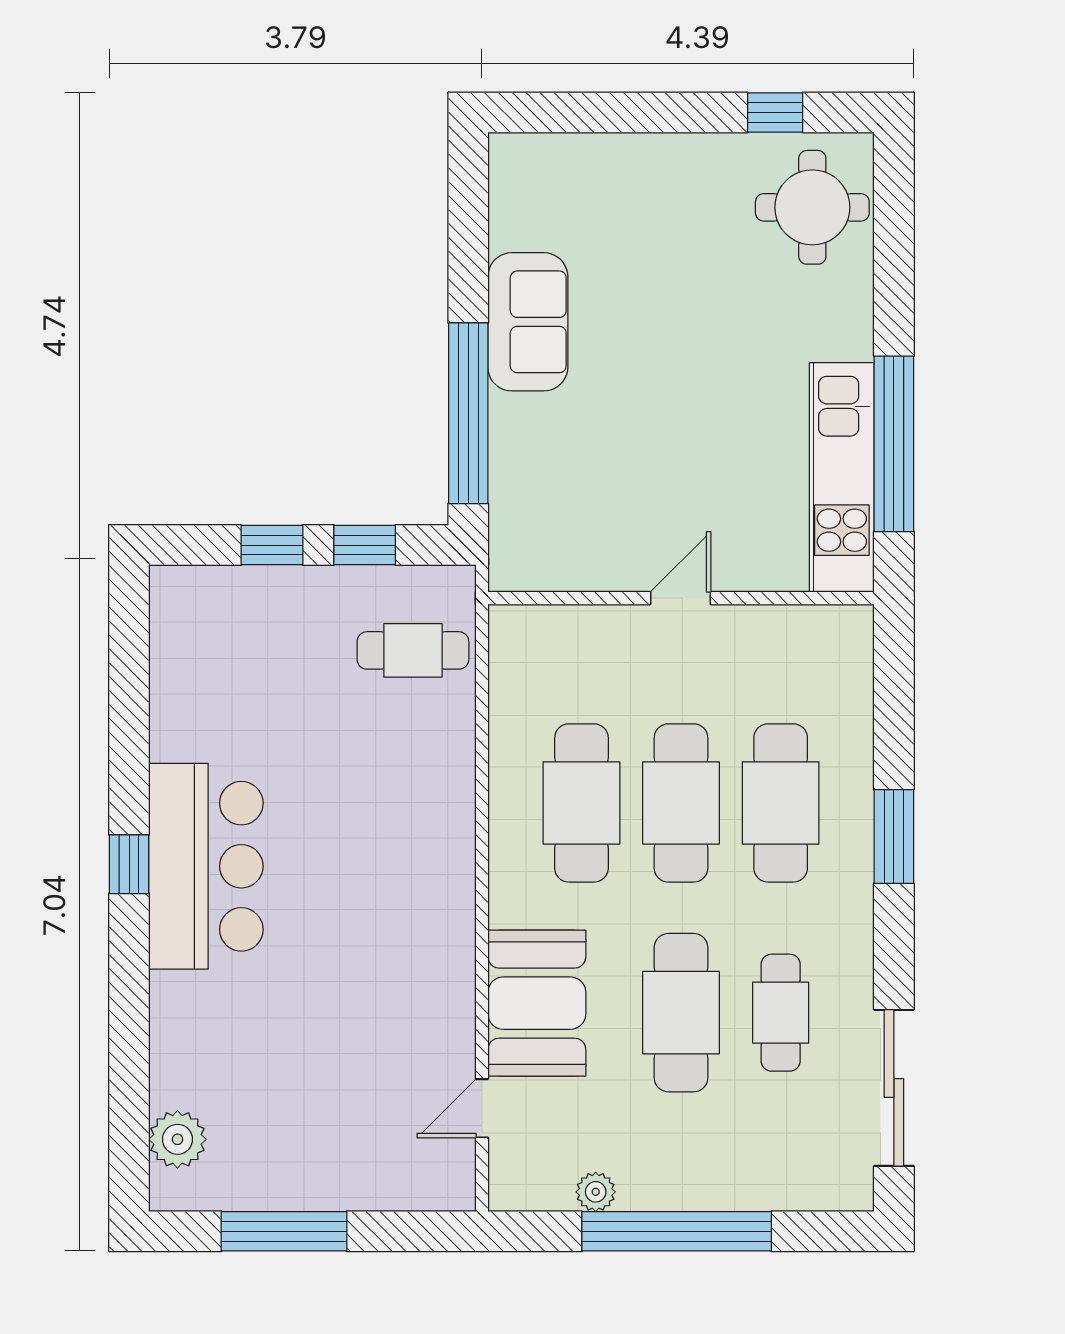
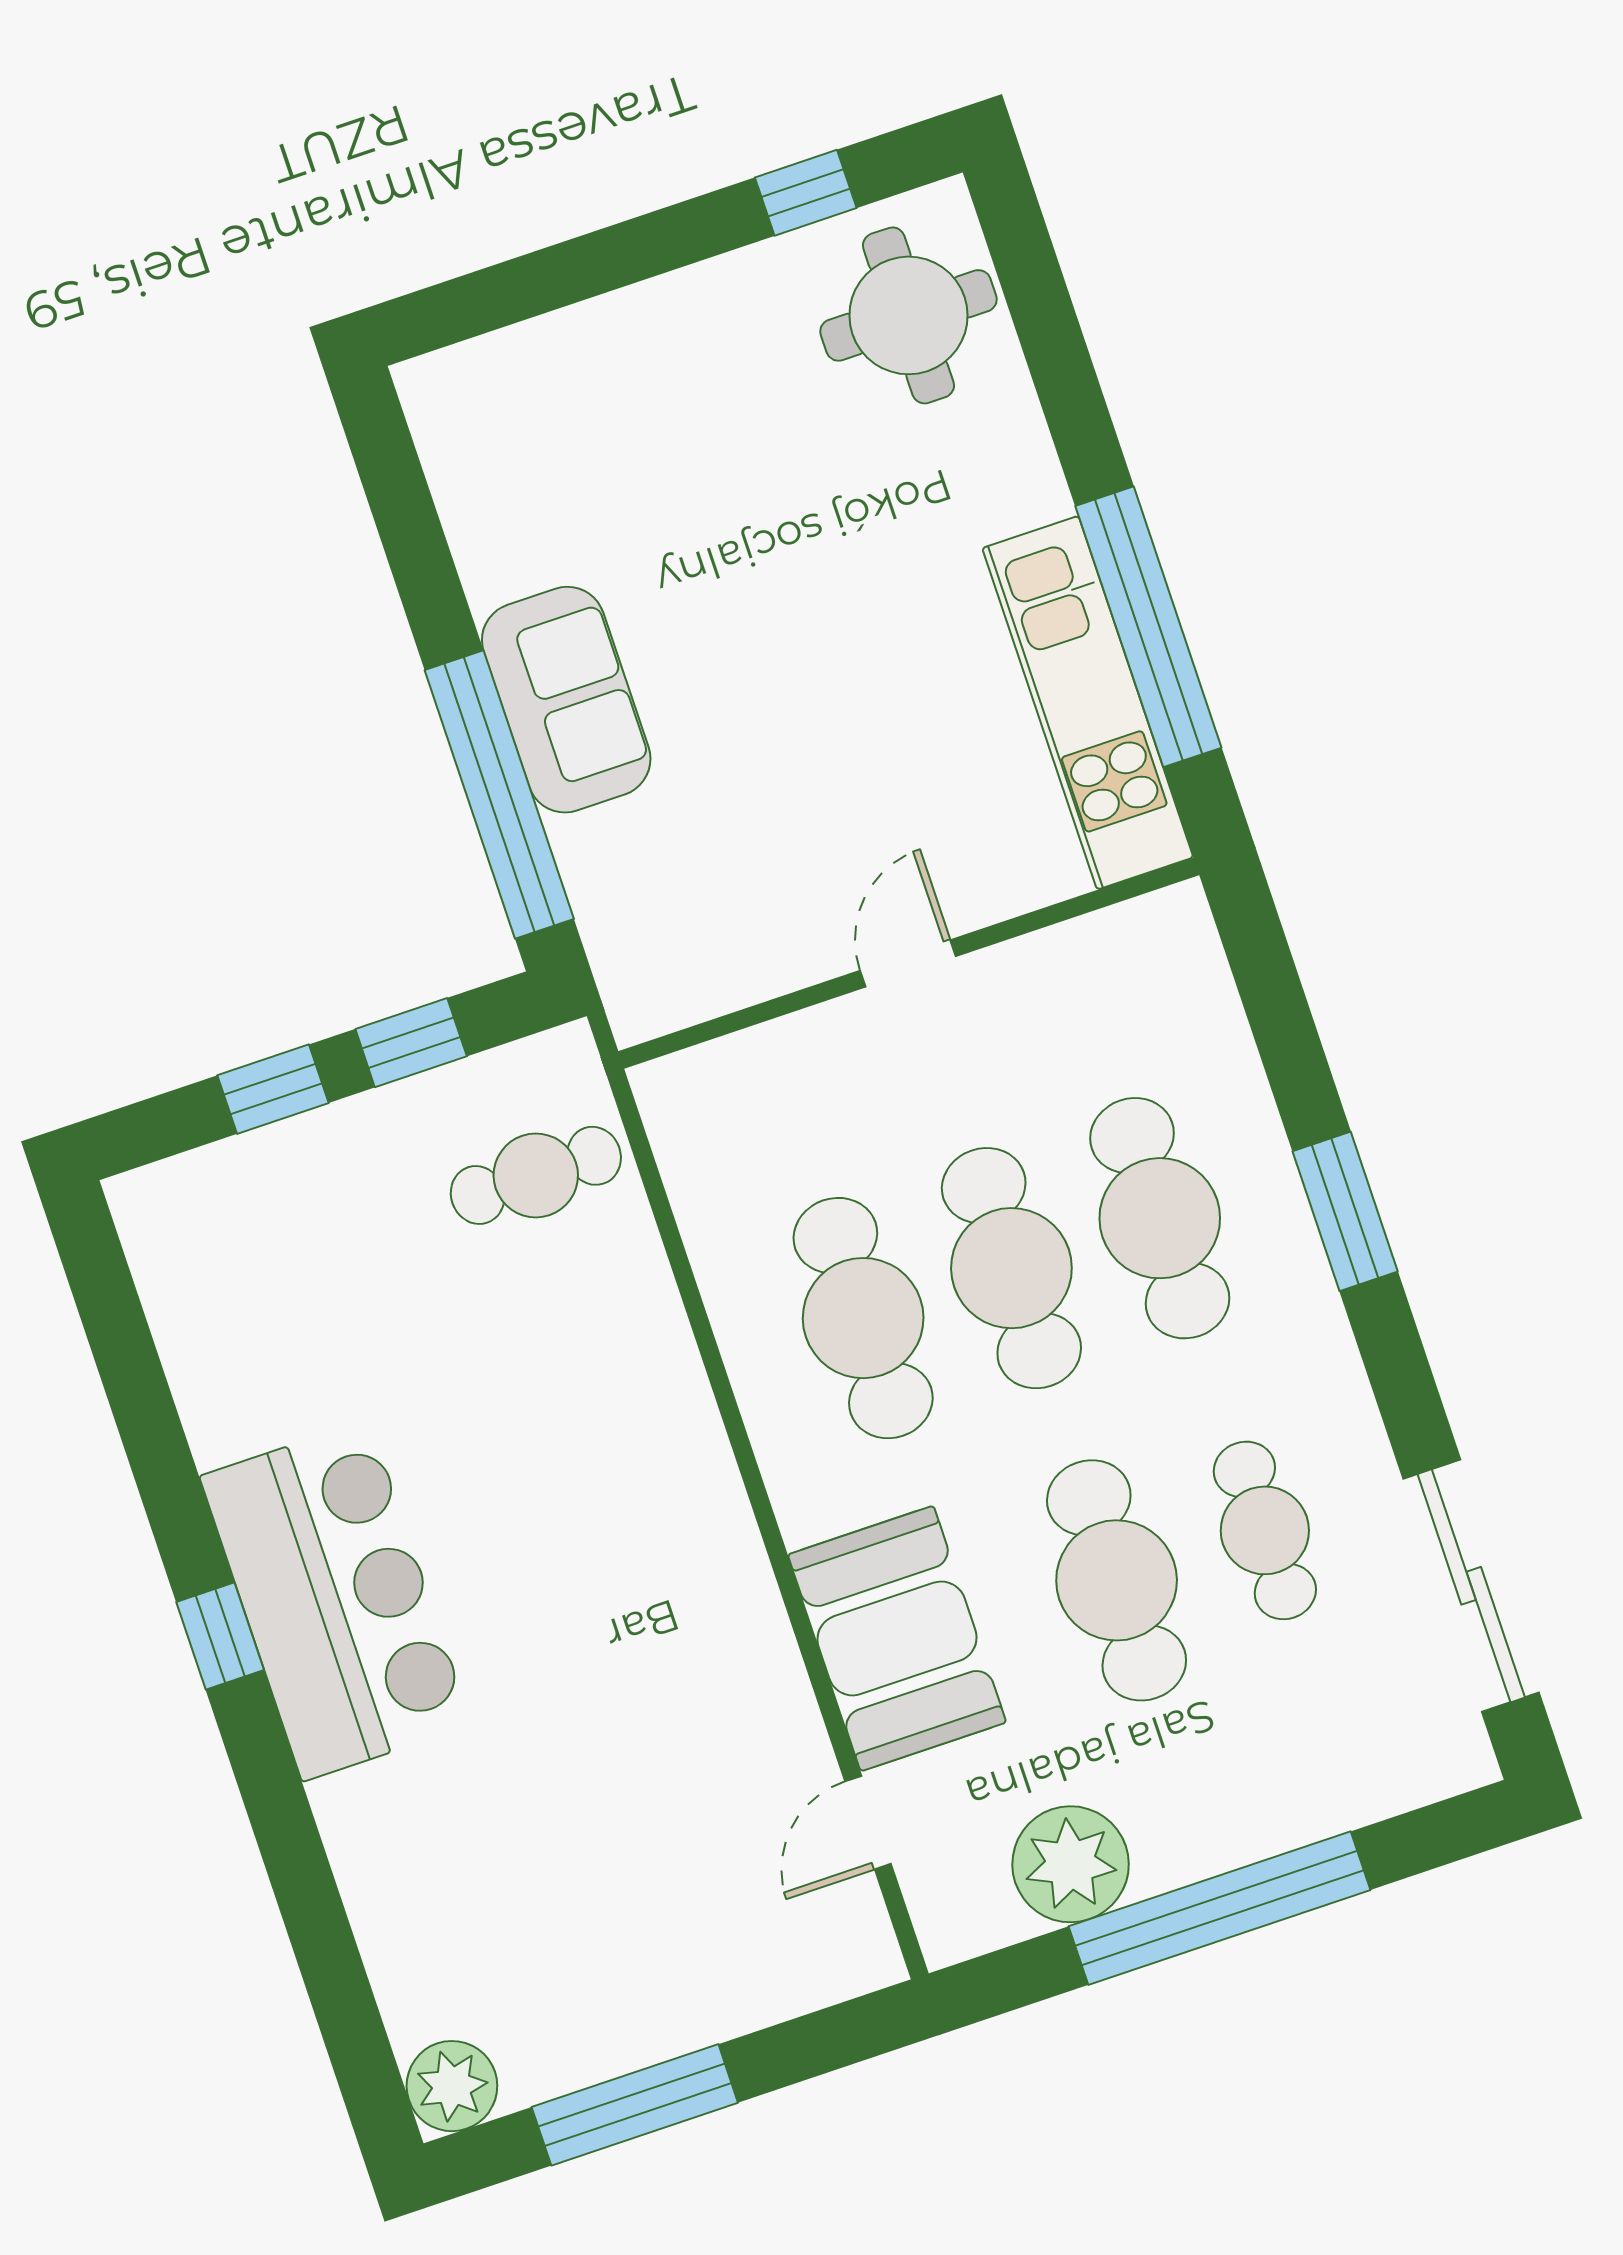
sofa: (528, 322) -> (566, 700), moved
plant: (177, 1139) -> (452, 2086), moved
plant: (596, 1192) -> (1071, 1864), width x1.88, depth x1.88

